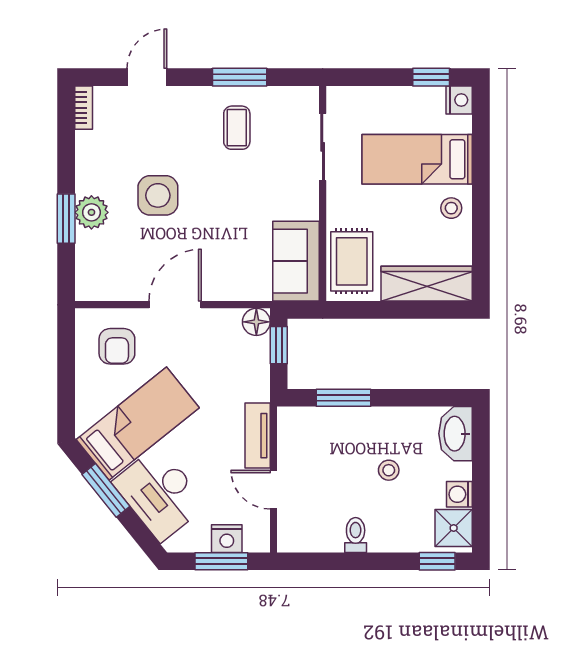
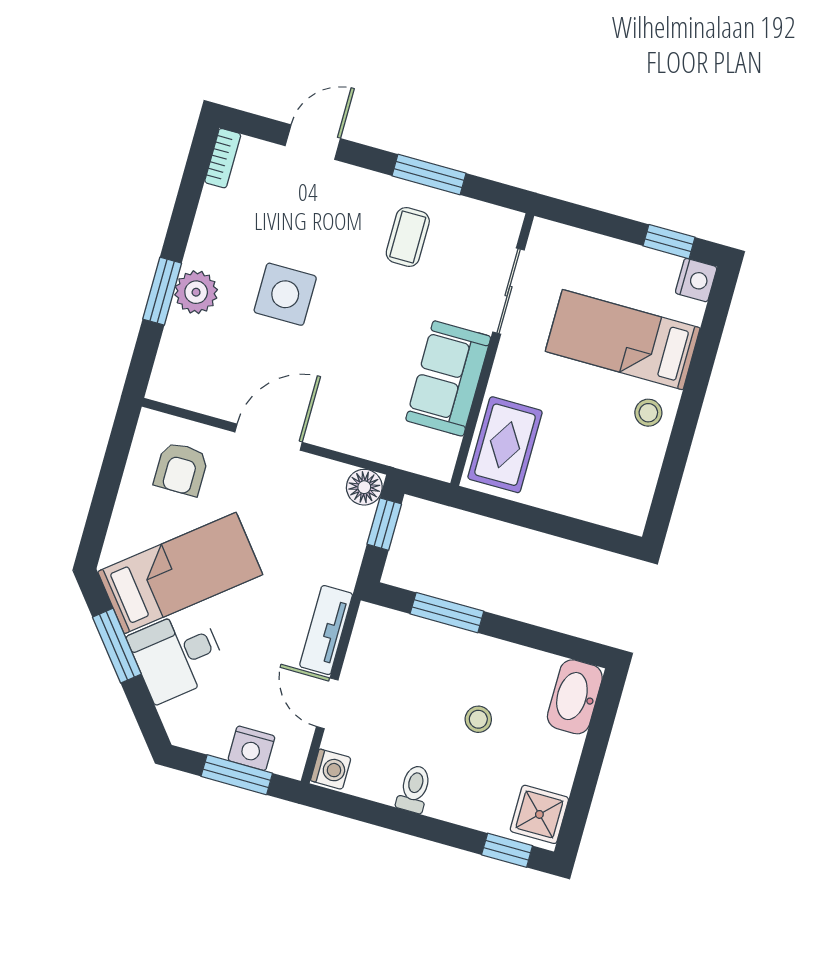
sofa: (296, 261) -> (448, 378), moved
wardrobe: (427, 284) -> (591, 499), removed
desk: (160, 493) -> (177, 655), width x0.73
washing machine: (459, 494) -> (331, 769), moved, turned 180

